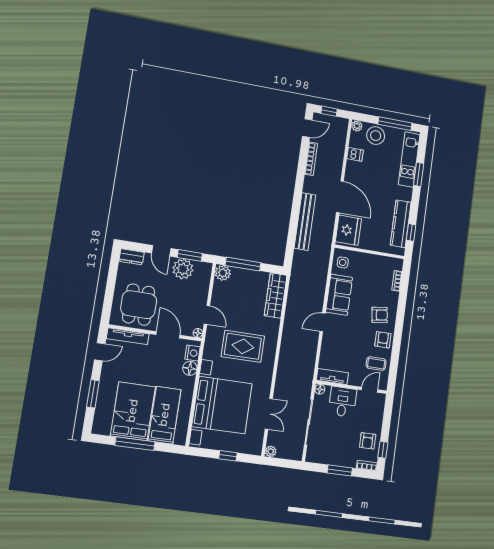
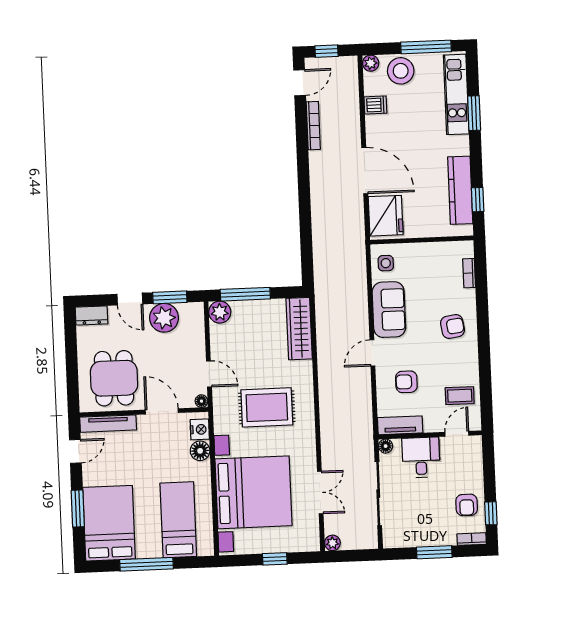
bench: (305, 222) -> (321, 217), removed
armchair: (383, 340) -> (406, 382), moved, turned -90
bed: (133, 411) -> (109, 523), moved

